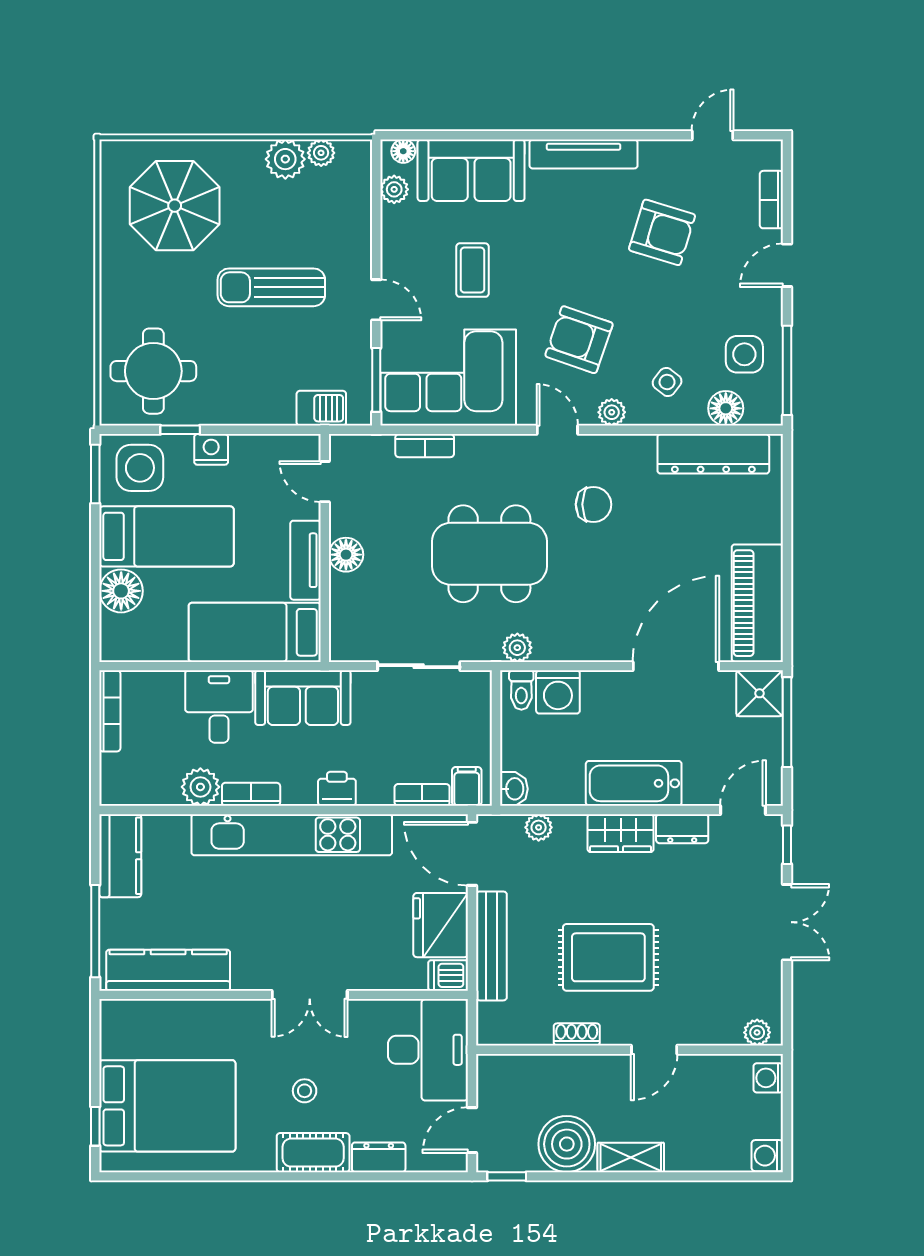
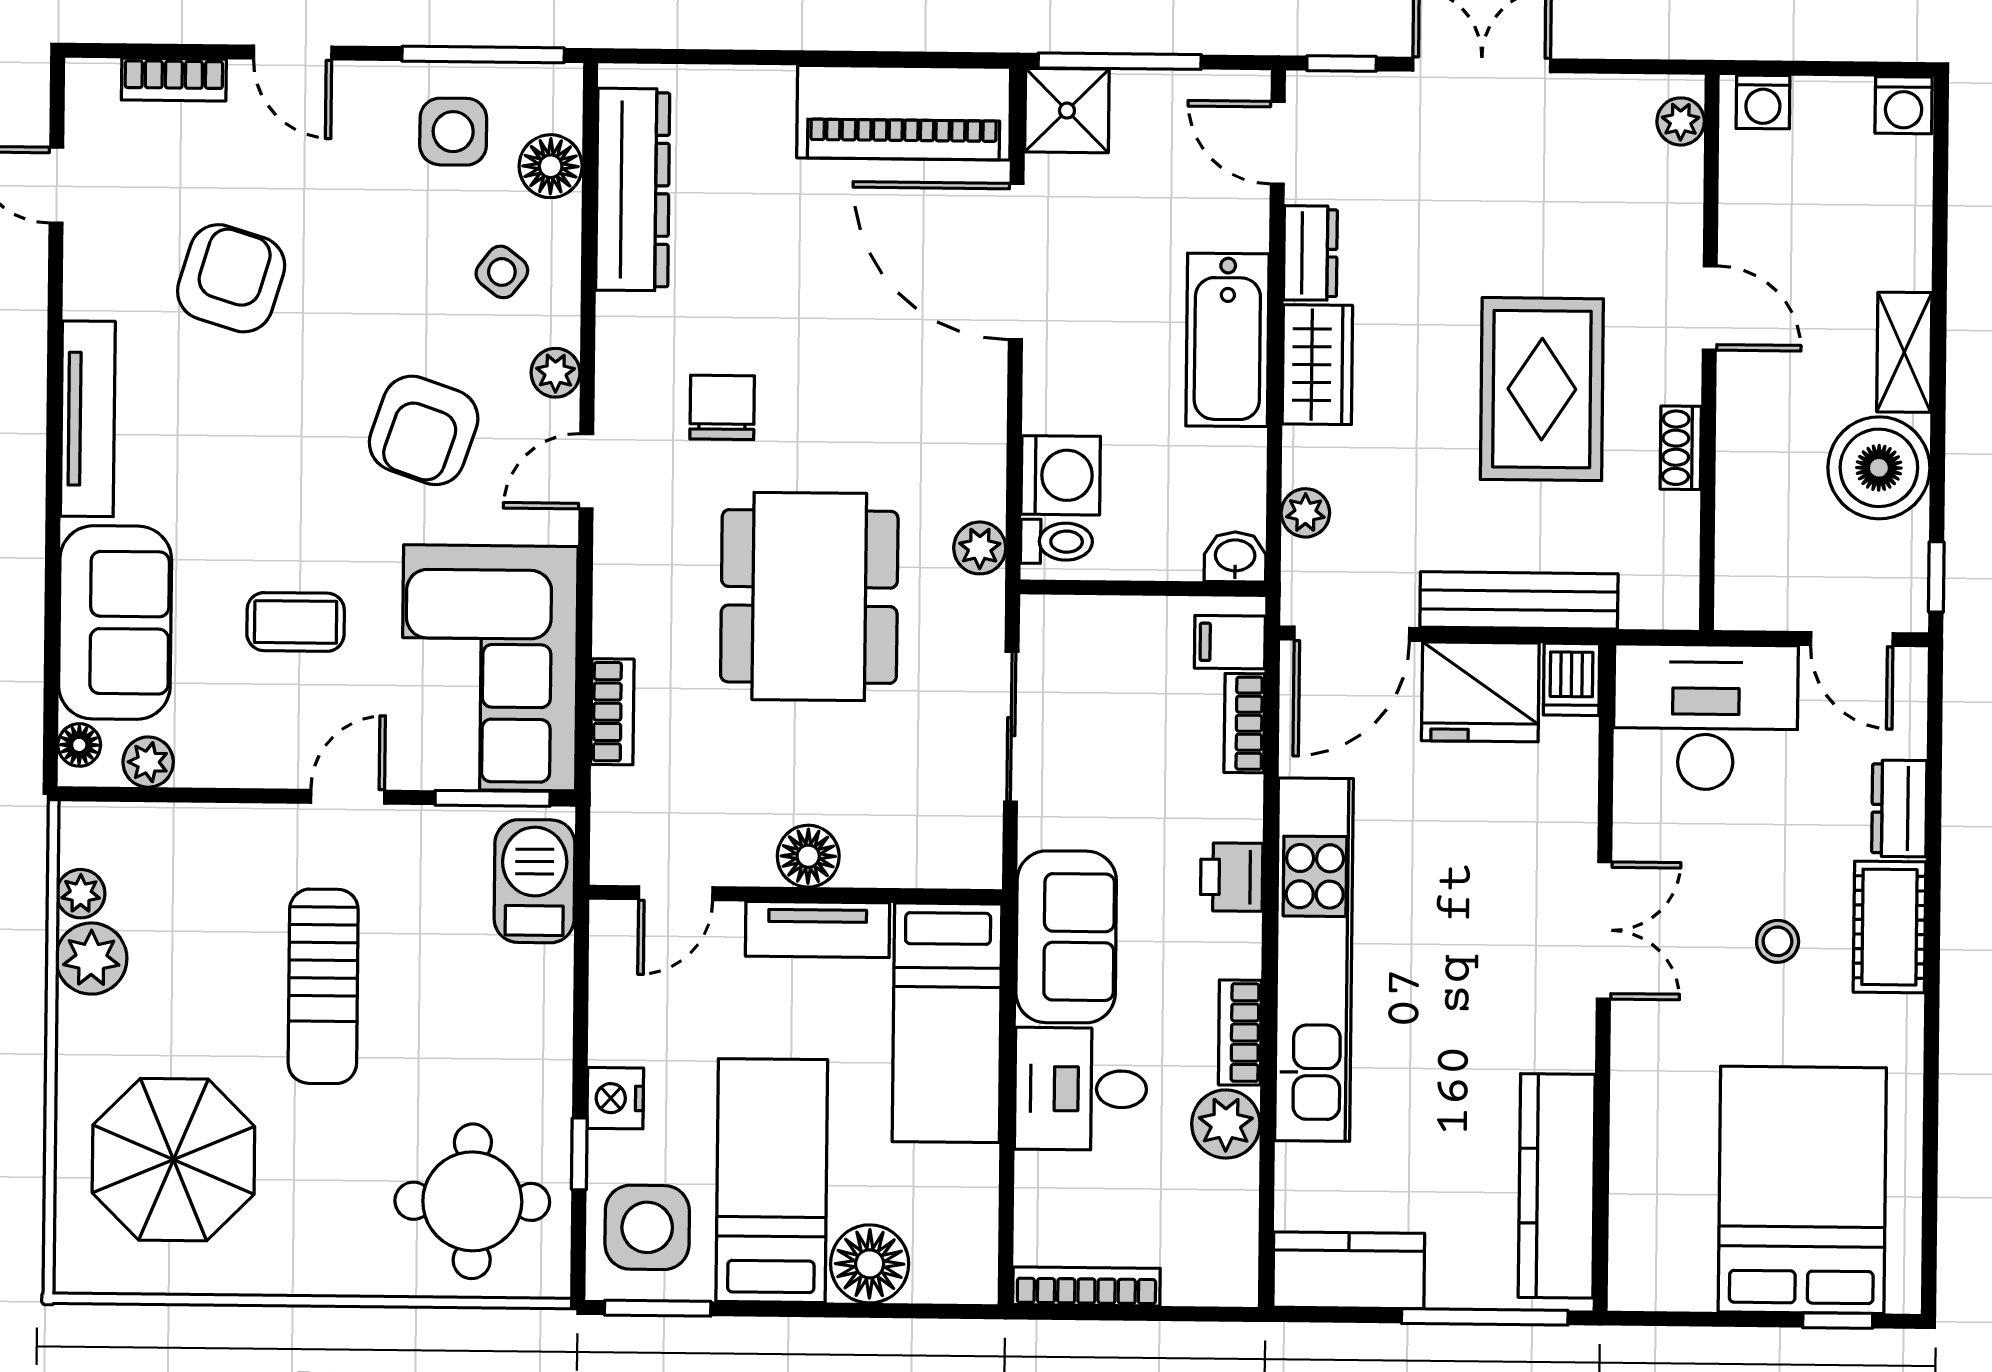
barbecue: (321, 408) -> (535, 881), width x1.38, depth x1.27

